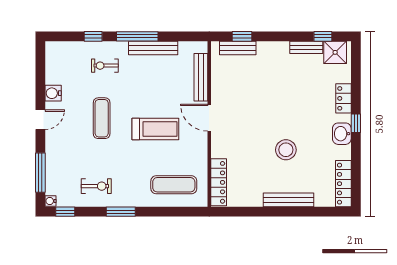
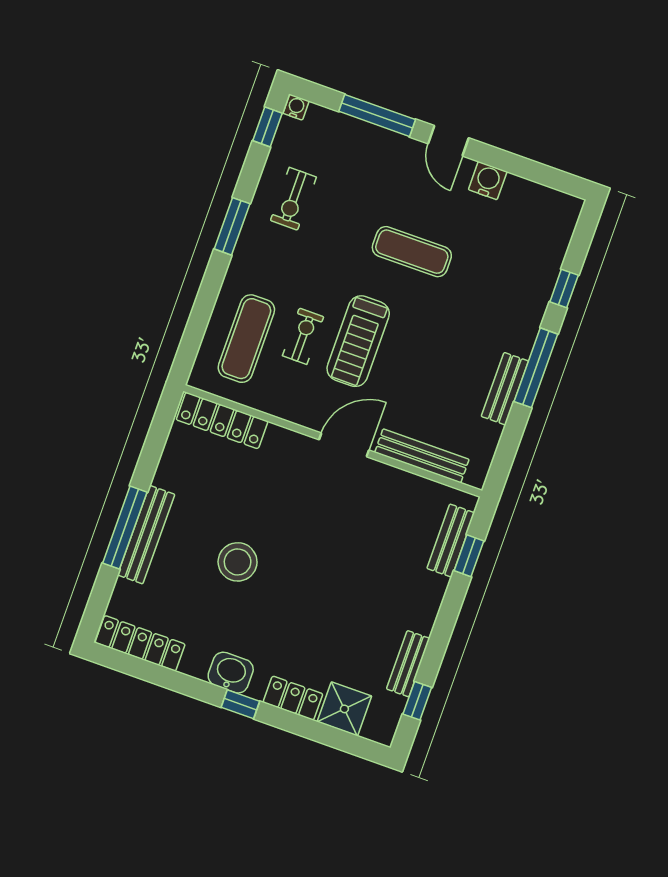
bench: (153, 48) -> (505, 389), width x0.73
shower: (335, 52) -> (344, 709), moved
exercise bike: (105, 66) -> (303, 336), moved
window: (40, 173) -> (377, 115), moved
window: (289, 212) -> (125, 528), added

